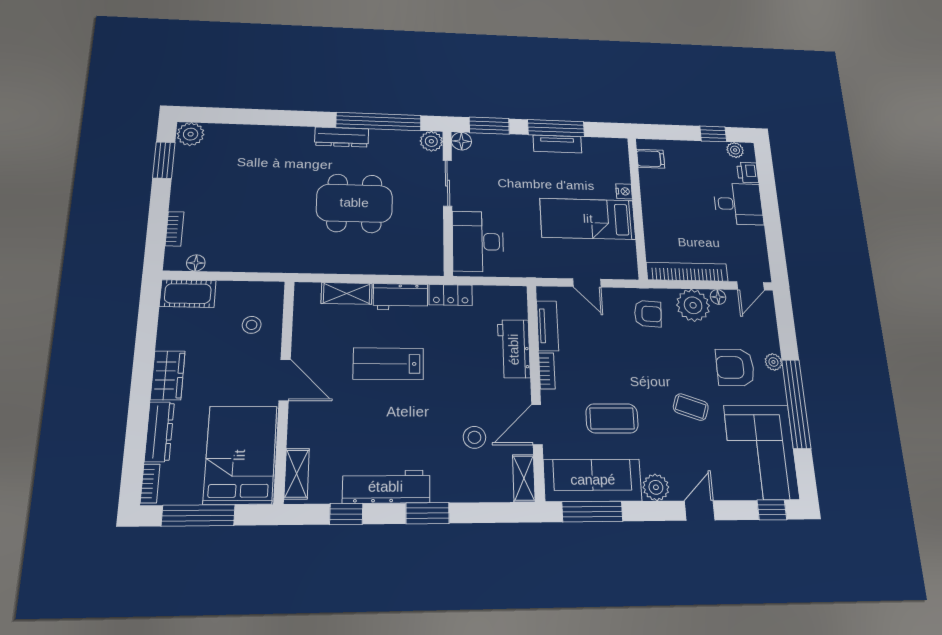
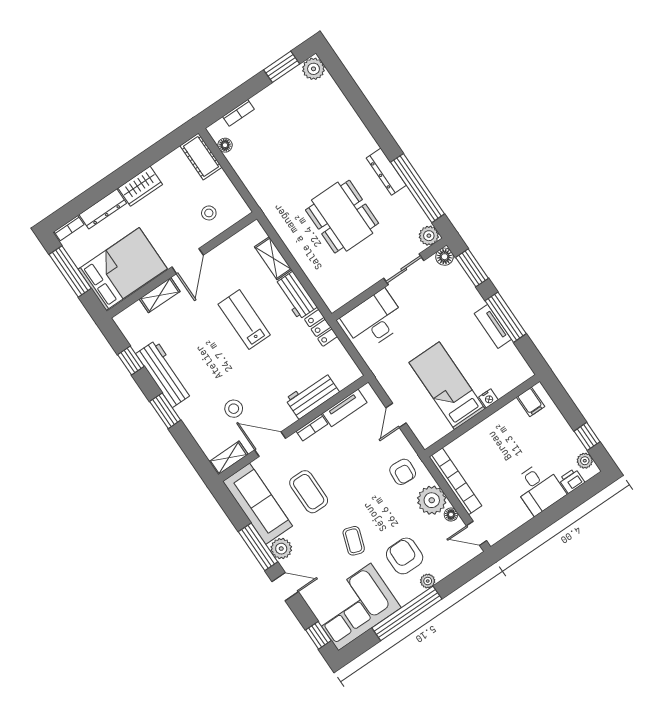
shelving: (297, 474) -> (160, 295), moved
window: (592, 512) -> (258, 547), moved

